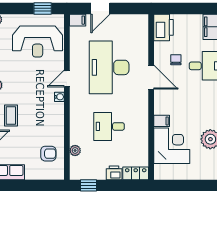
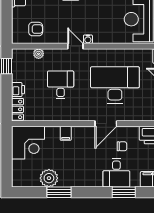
door: (67, 79) -> (75, 46), moved
corner desk: (172, 146) -> (28, 143), moved
armchair: (48, 154) -> (36, 29), turned -90

